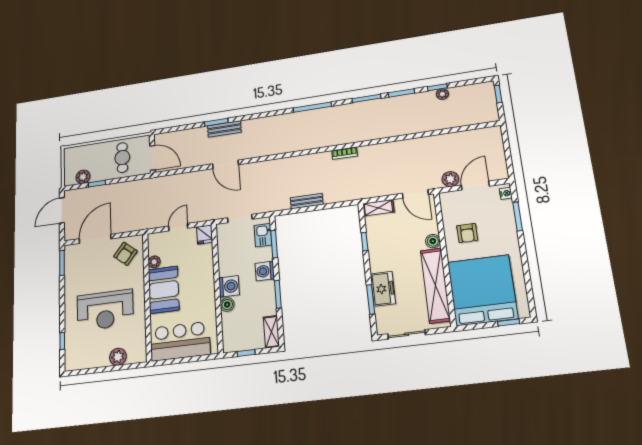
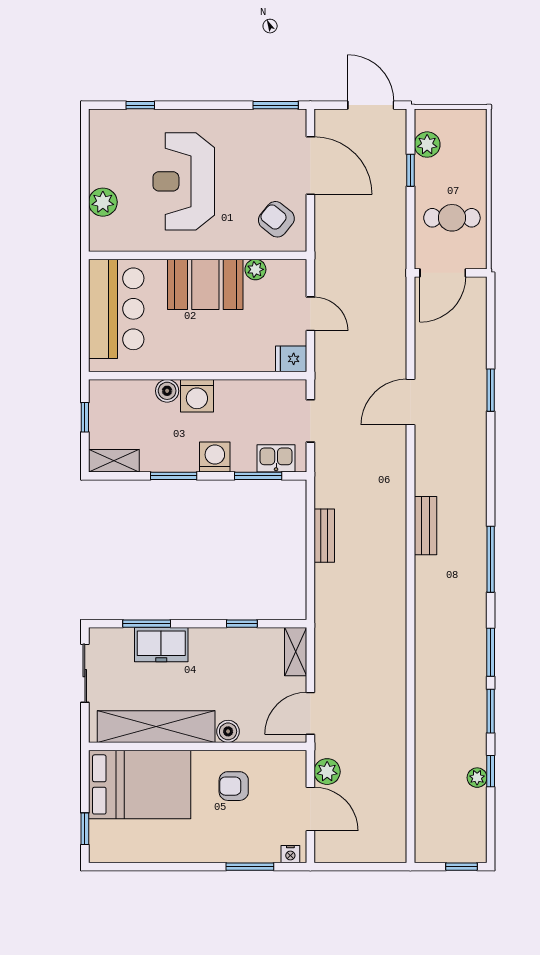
bench: (224, 129) -> (425, 526), moved
bookcase: (345, 153) -> (398, 606), removed
bed: (482, 290) -> (140, 784), width x0.73

